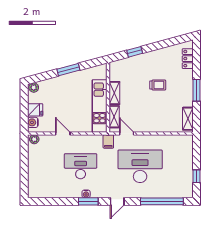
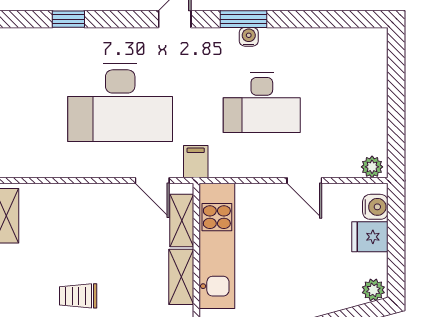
window: (162, 201) -> (68, 19), width x0.32

